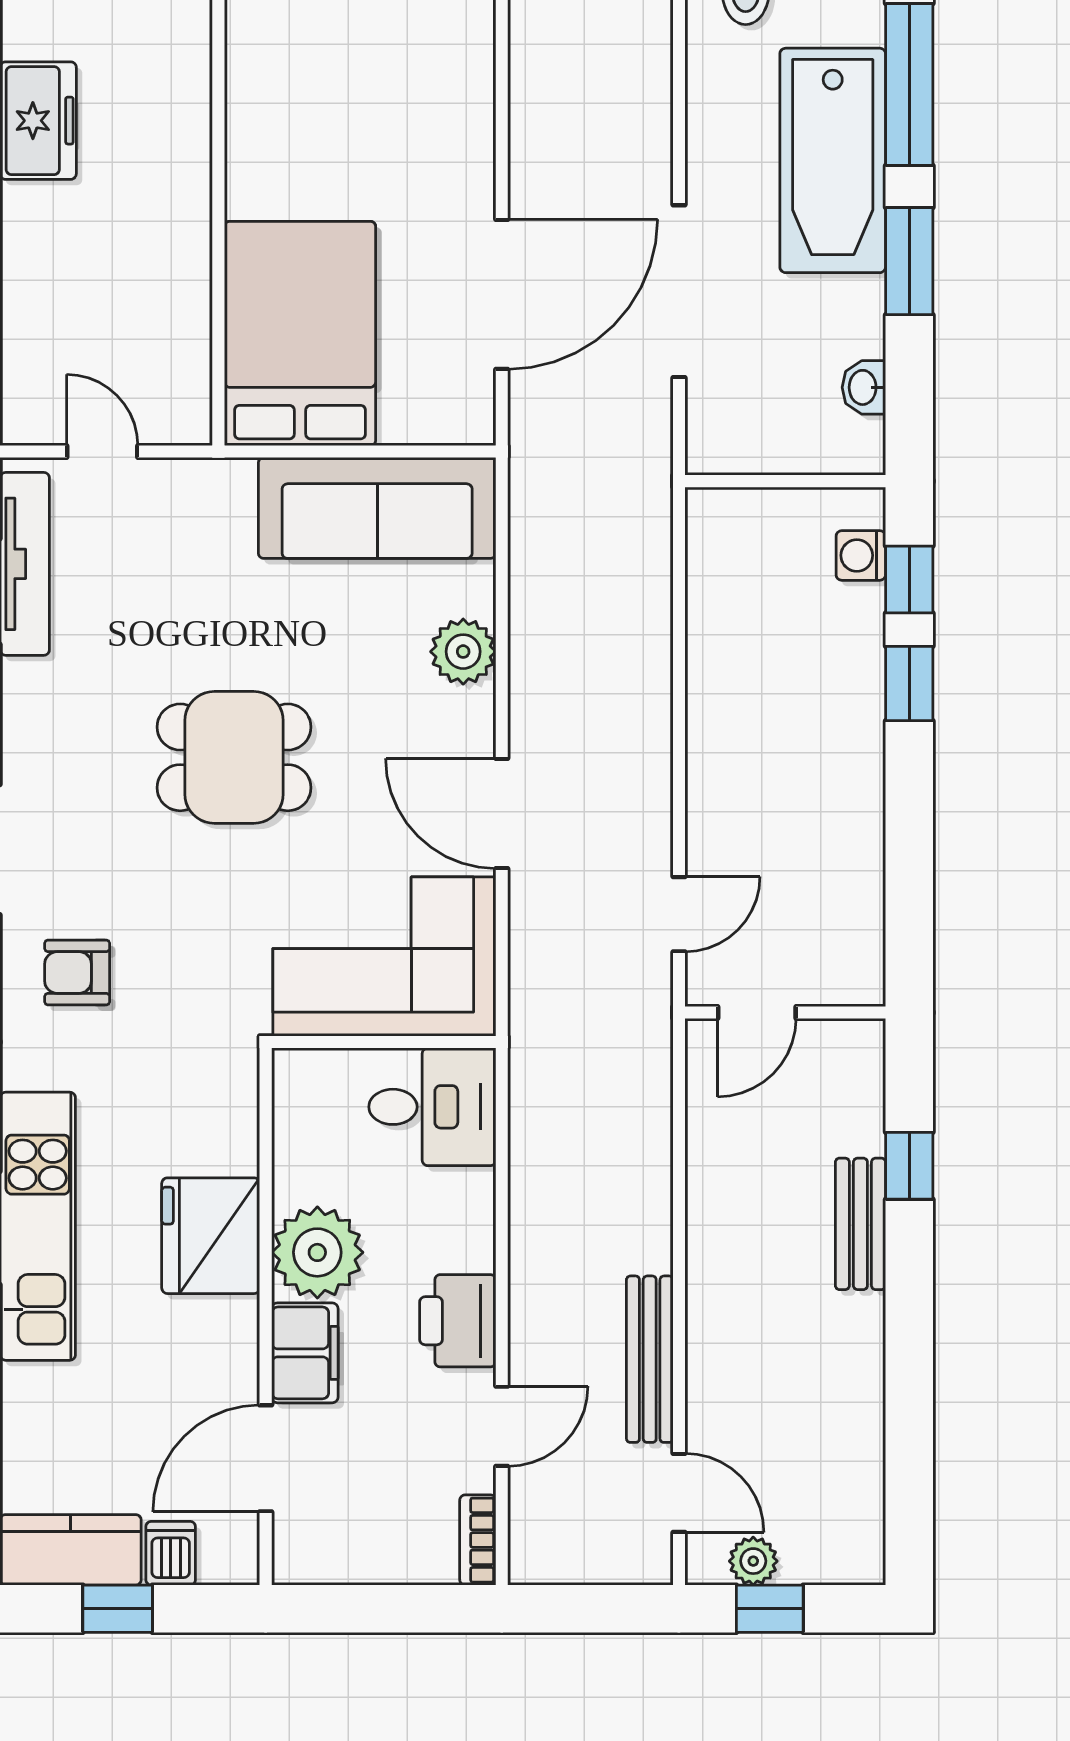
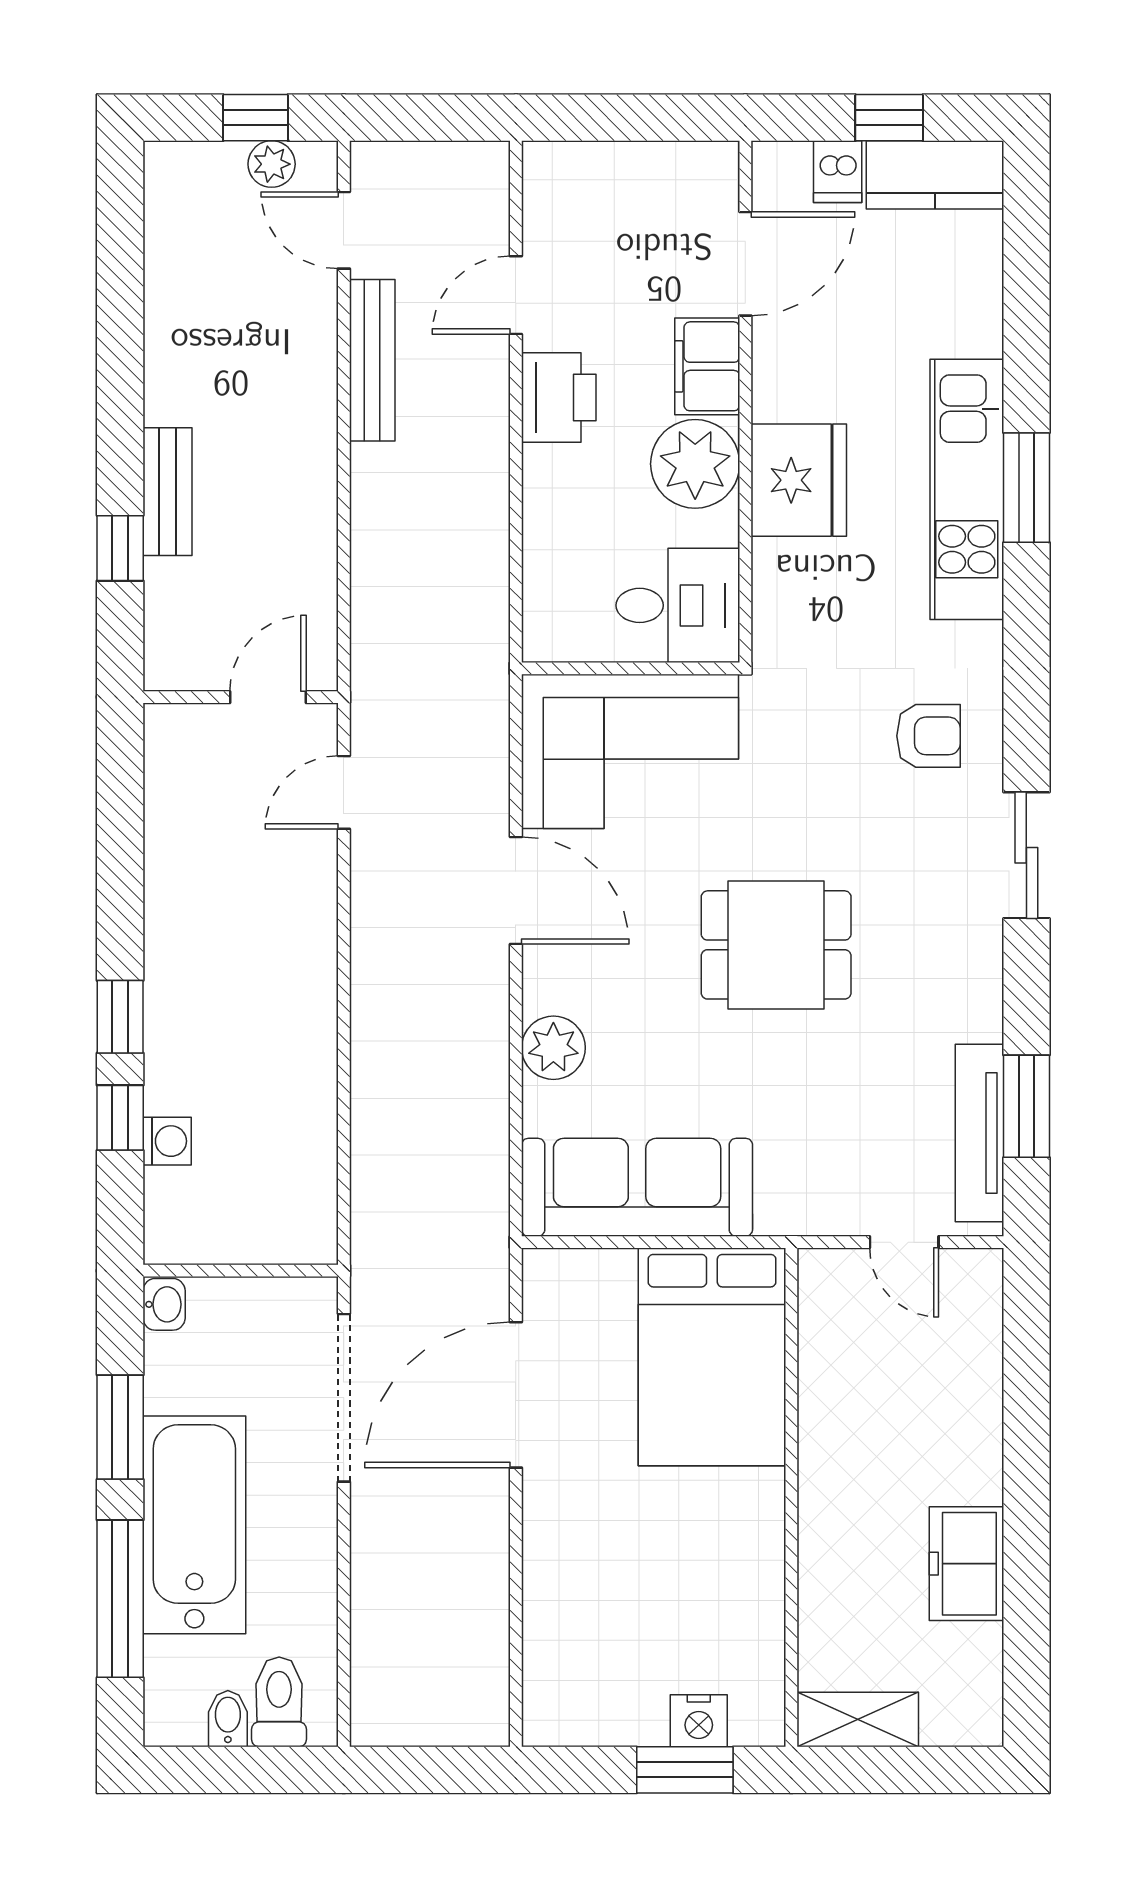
wall: (785, 481) -> (241, 1271), moved
desk: (432, 1107) -> (678, 605), moved, turned 180
bookcase: (478, 1540) -> (539, 185), removed

